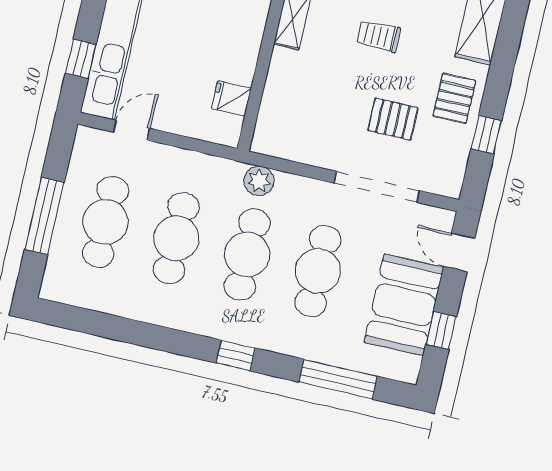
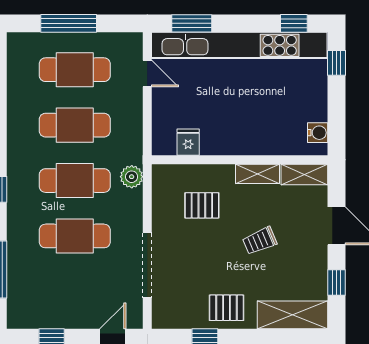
trolley: (379, 36) -> (260, 241), turned -113
window: (81, 59) -> (192, 23), width x1.50
pallet: (393, 119) -> (202, 205), moved, turned 90
booth: (404, 305) -> (64, 306), removed

